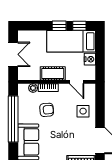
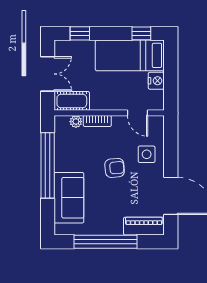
window: (59, 26) -> (80, 33), moved
cot: (53, 73) -> (72, 101), moved
armchair: (47, 110) -> (115, 168), moved

